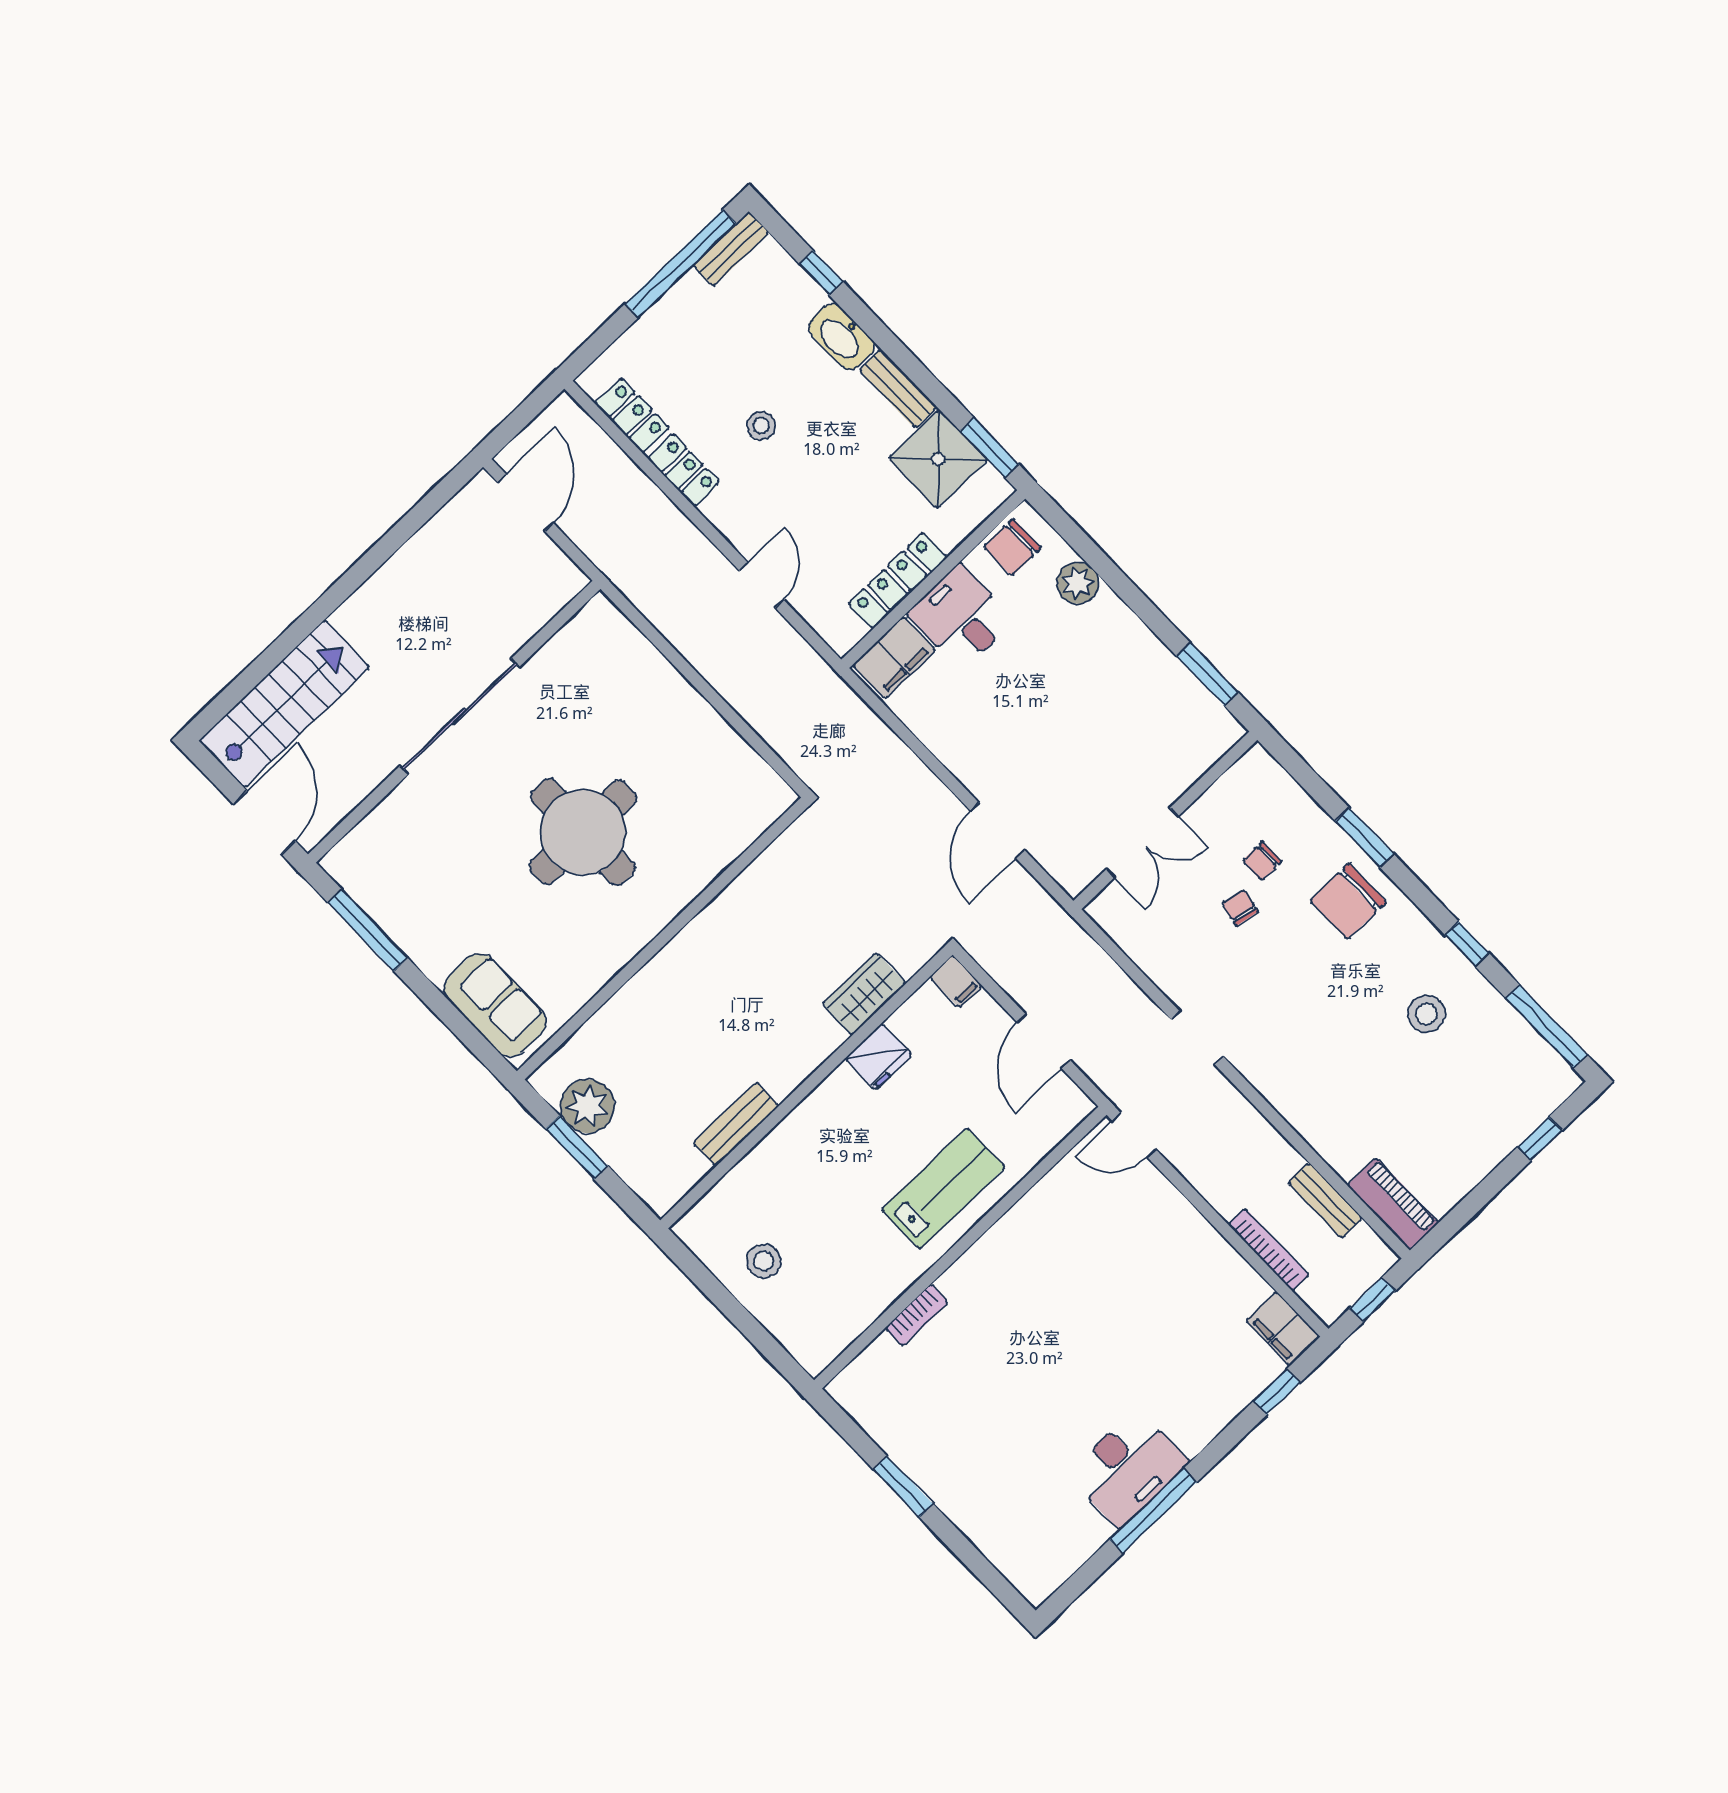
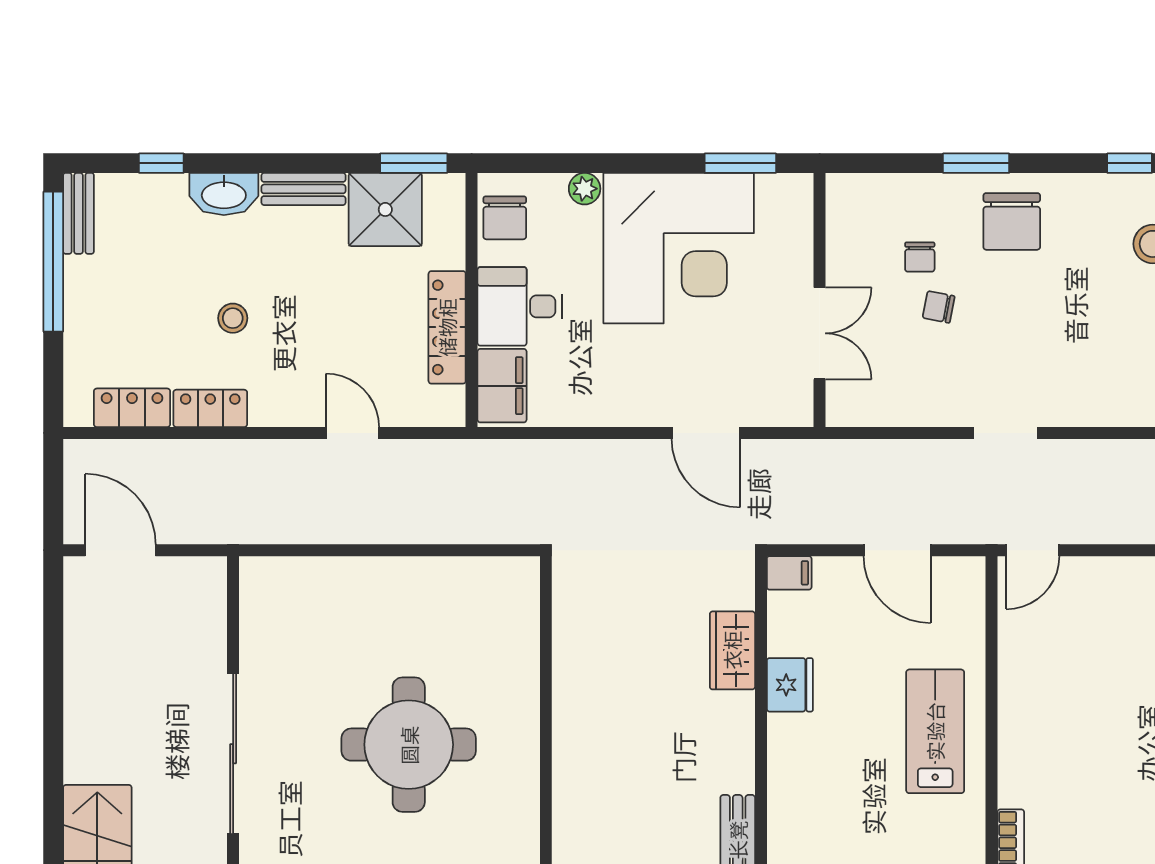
plant: (1078, 583) -> (585, 189), width x0.73, depth x0.73
corner desk: (1107, 688) -> (679, 248), added

